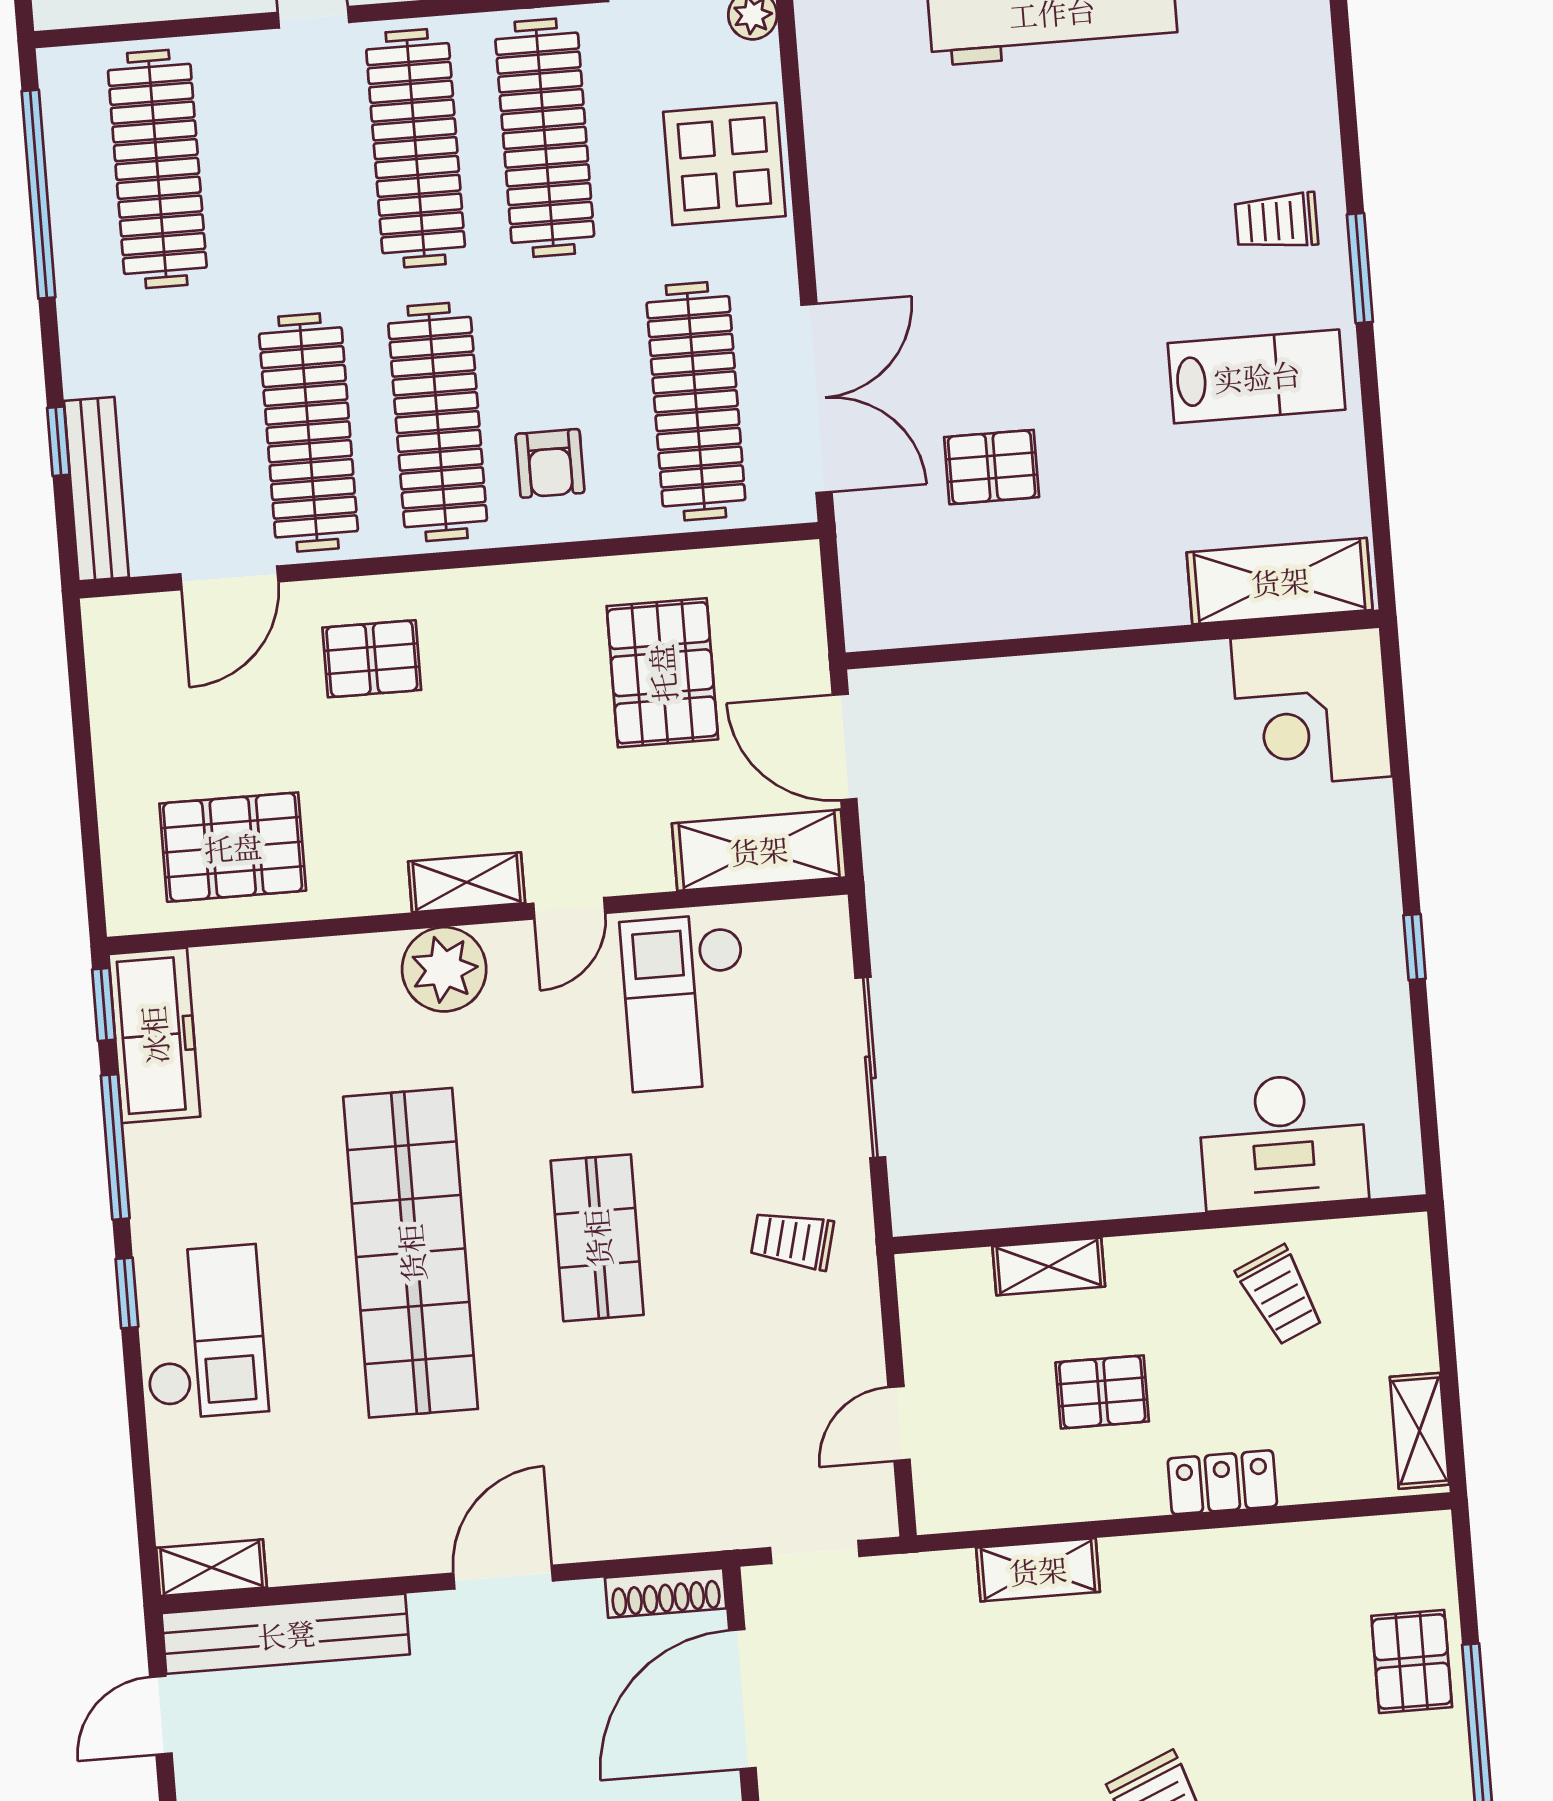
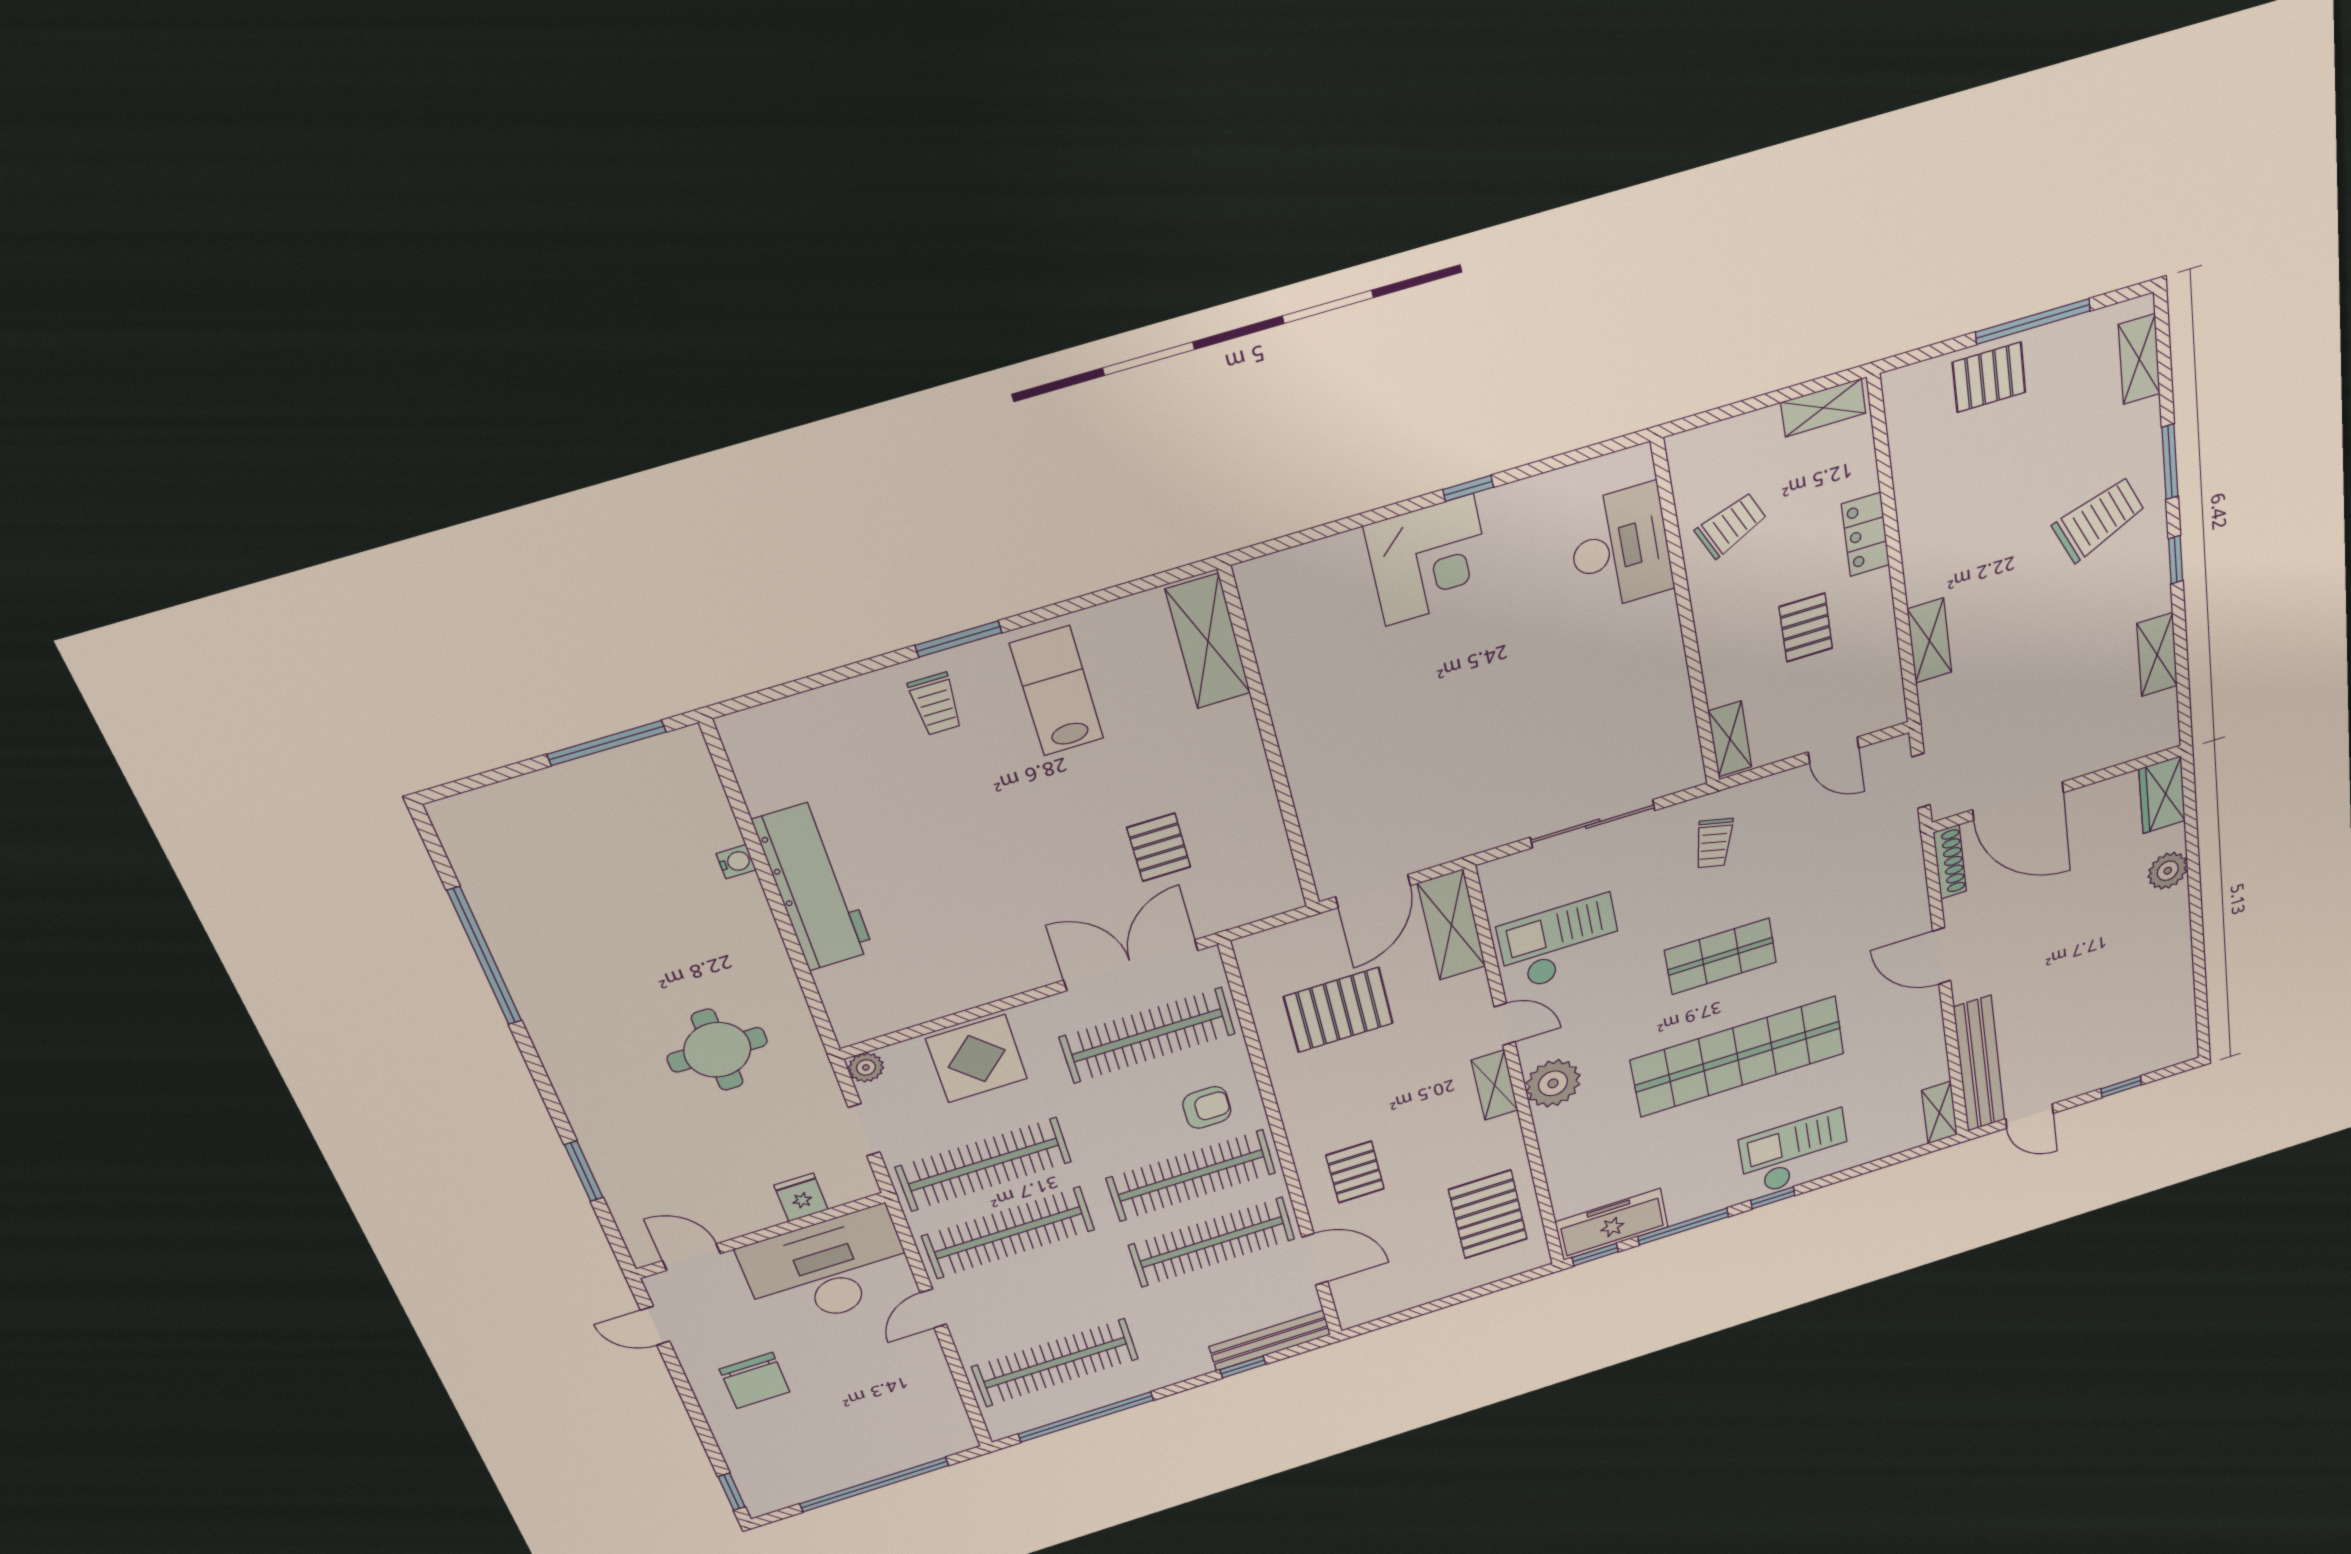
corner desk: (1311, 708) -> (1429, 560), moved
checkout: (686, 1002) -> (1560, 943), turned 180
shelving: (1049, 1266) -> (1730, 739), moved

